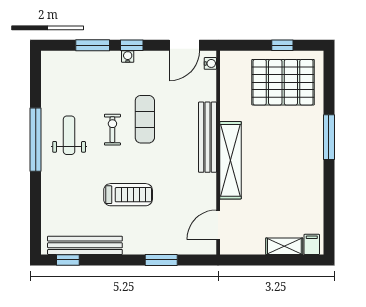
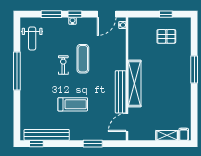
pallet: (283, 82) -> (166, 36), width x0.49, depth x0.50
weight bench: (69, 135) -> (32, 38), moved, turned 180
bench: (207, 137) -> (121, 92), moved

